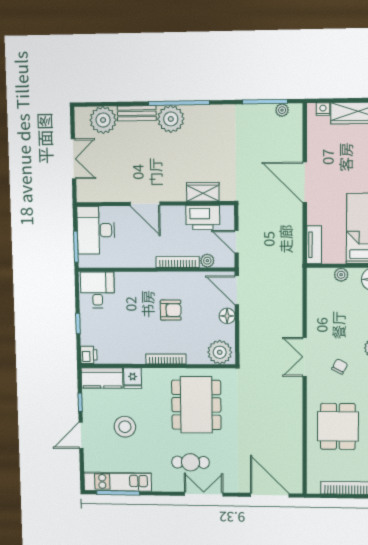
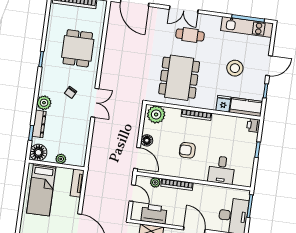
desk: (97, 290) -> (222, 170), moved

